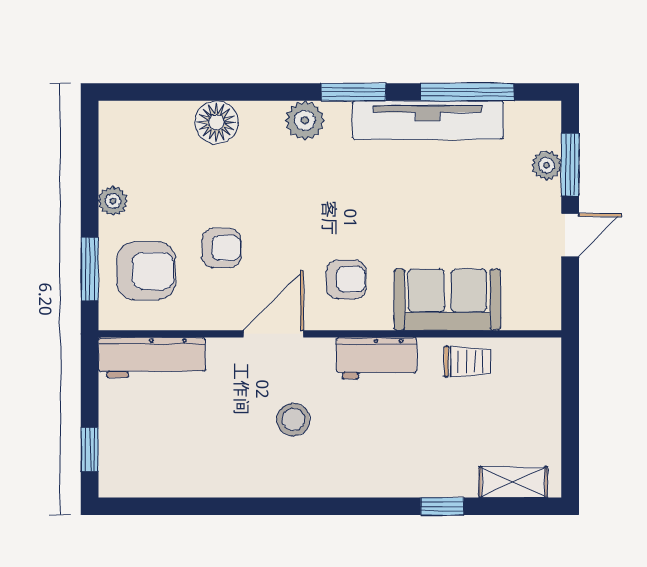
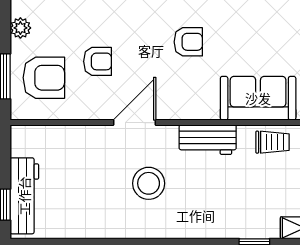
armchair: (346, 279) -> (188, 42), moved
workbench: (152, 358) -> (24, 196), moved, turned -90
stool: (293, 420) -> (149, 183), width x1.38, depth x1.38

